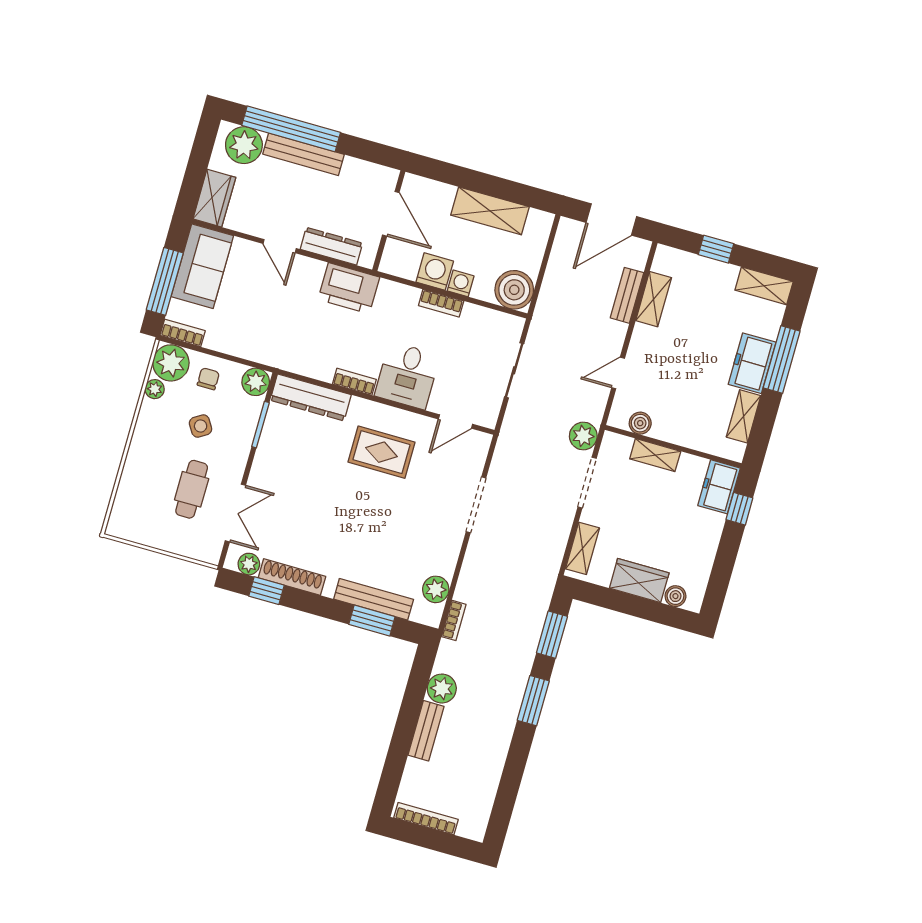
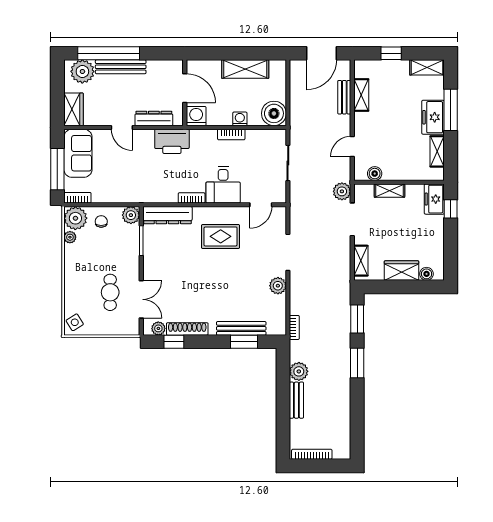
washing machine: (435, 272) -> (196, 116), moved
side table: (201, 426) -> (75, 322), moved
plant: (436, 589) -> (278, 286), moved

